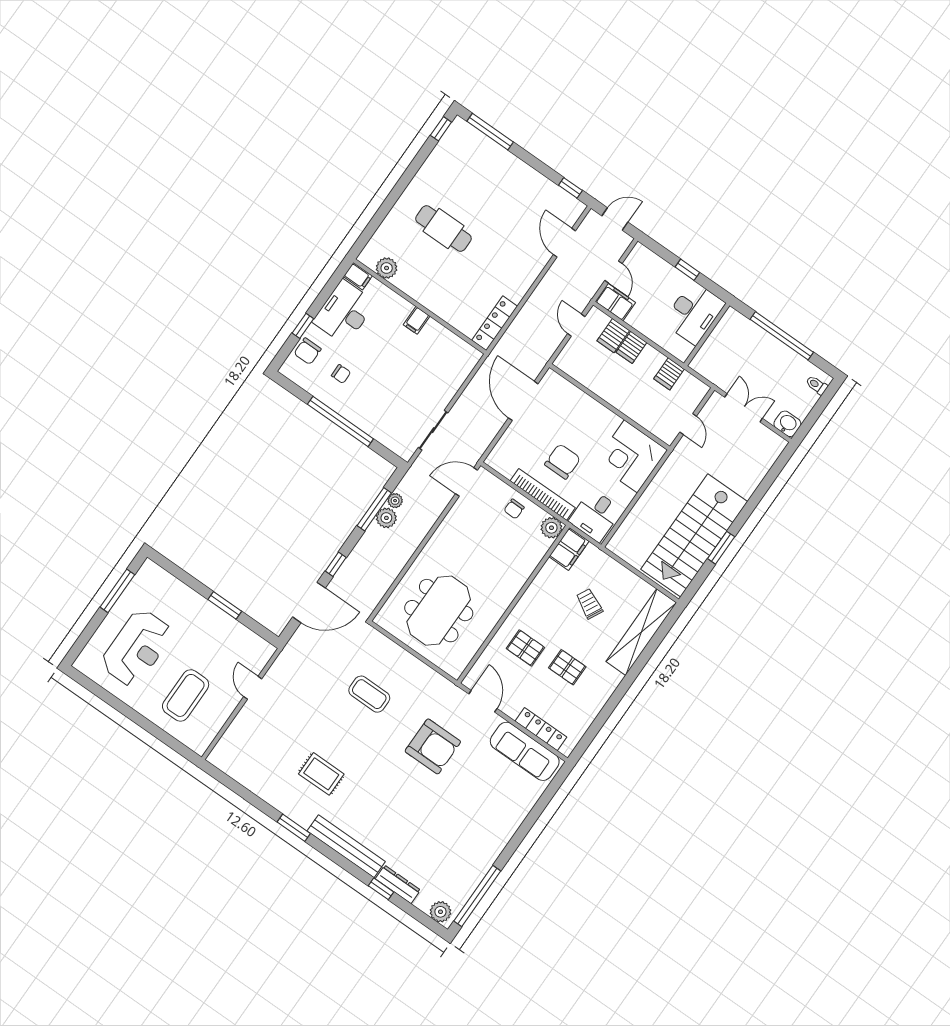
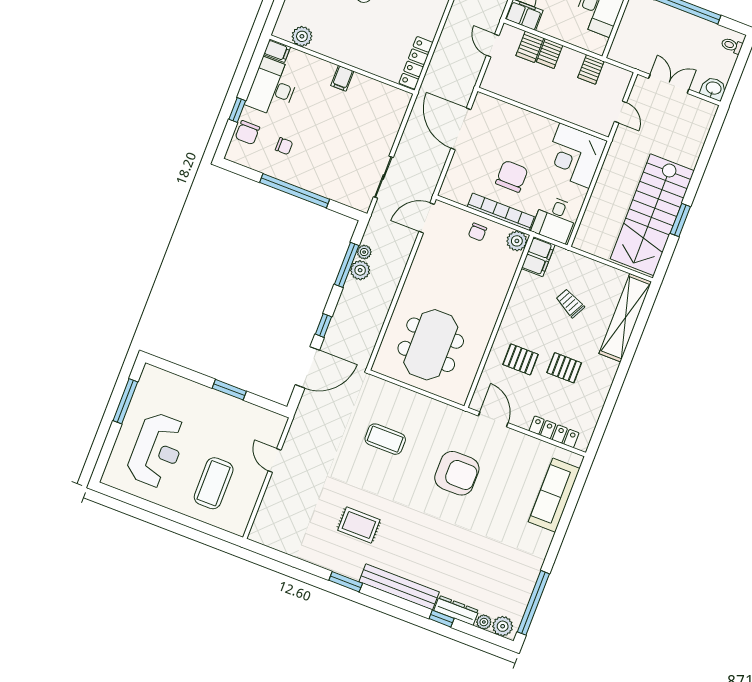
sofa: (525, 751) -> (554, 495), moved, turned 90
plant: (423, 903) -> (484, 622), added

